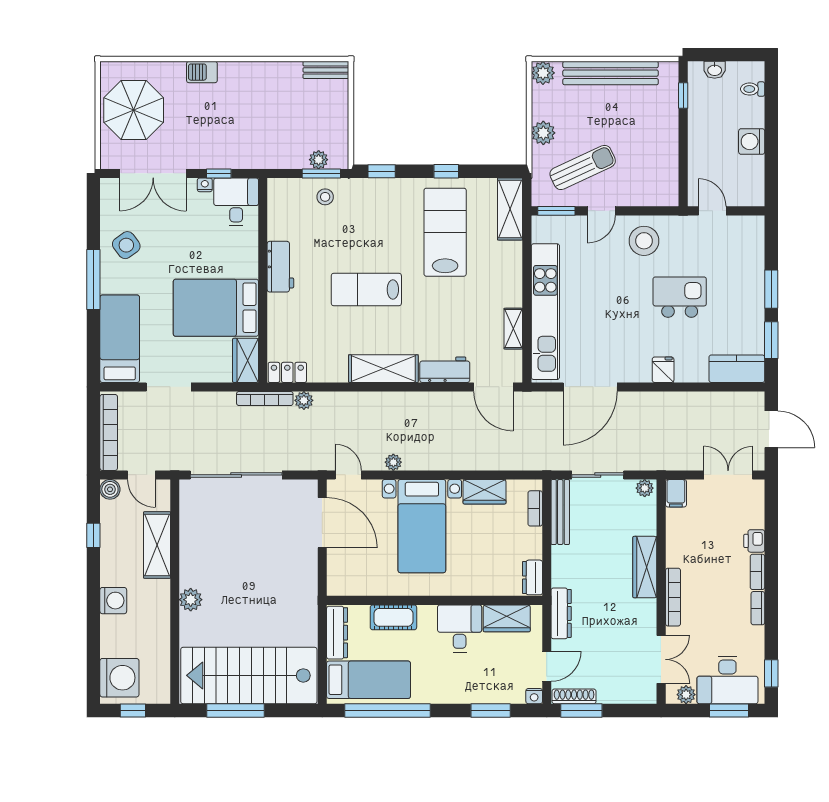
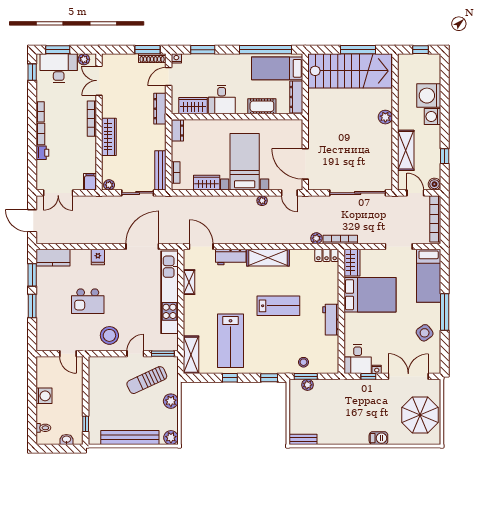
washing machine: (119, 678) -> (429, 96), moved

